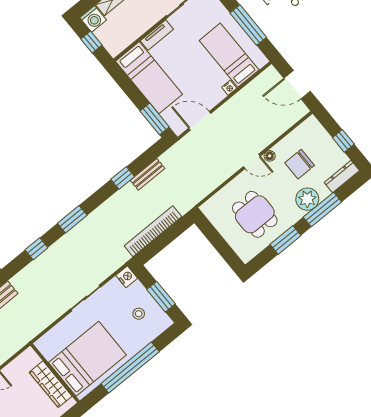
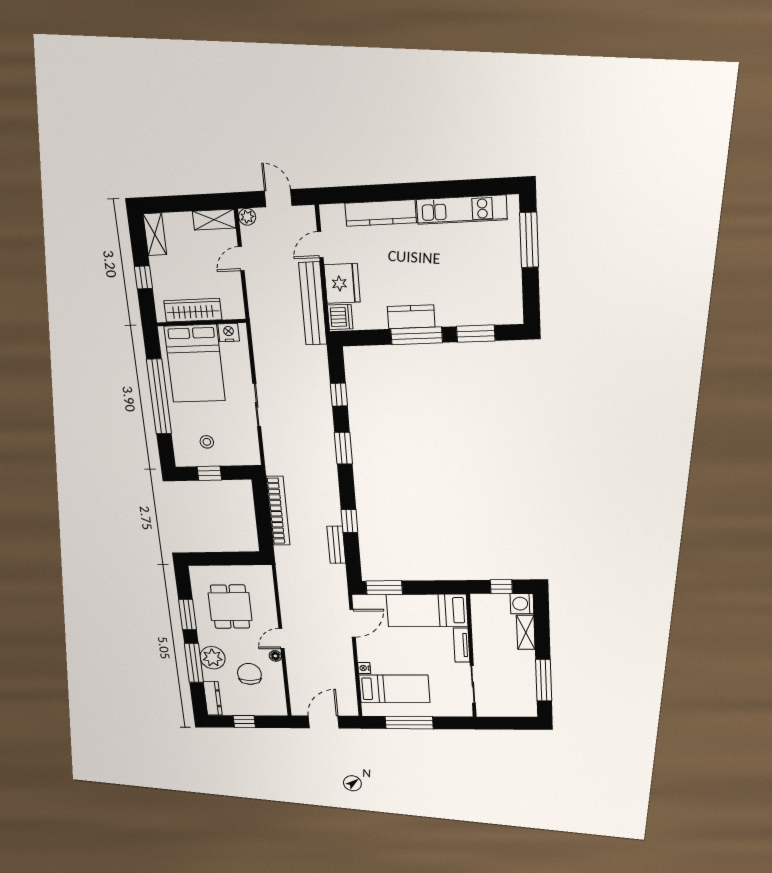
dining table: (255, 214) -> (230, 607), turned 90
nightstand: (127, 277) -> (229, 332), moved, turned 180
window: (161, 297) -> (209, 473), width x0.67

